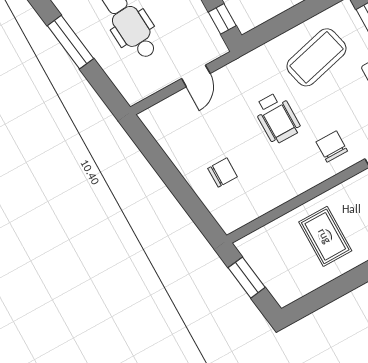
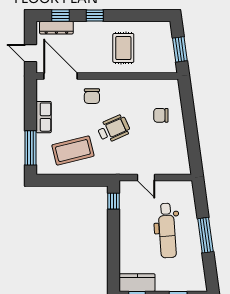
door: (196, 76) -> (146, 177), swing flipped
wheelchair: (277, 118) -> (114, 129), turned 66

